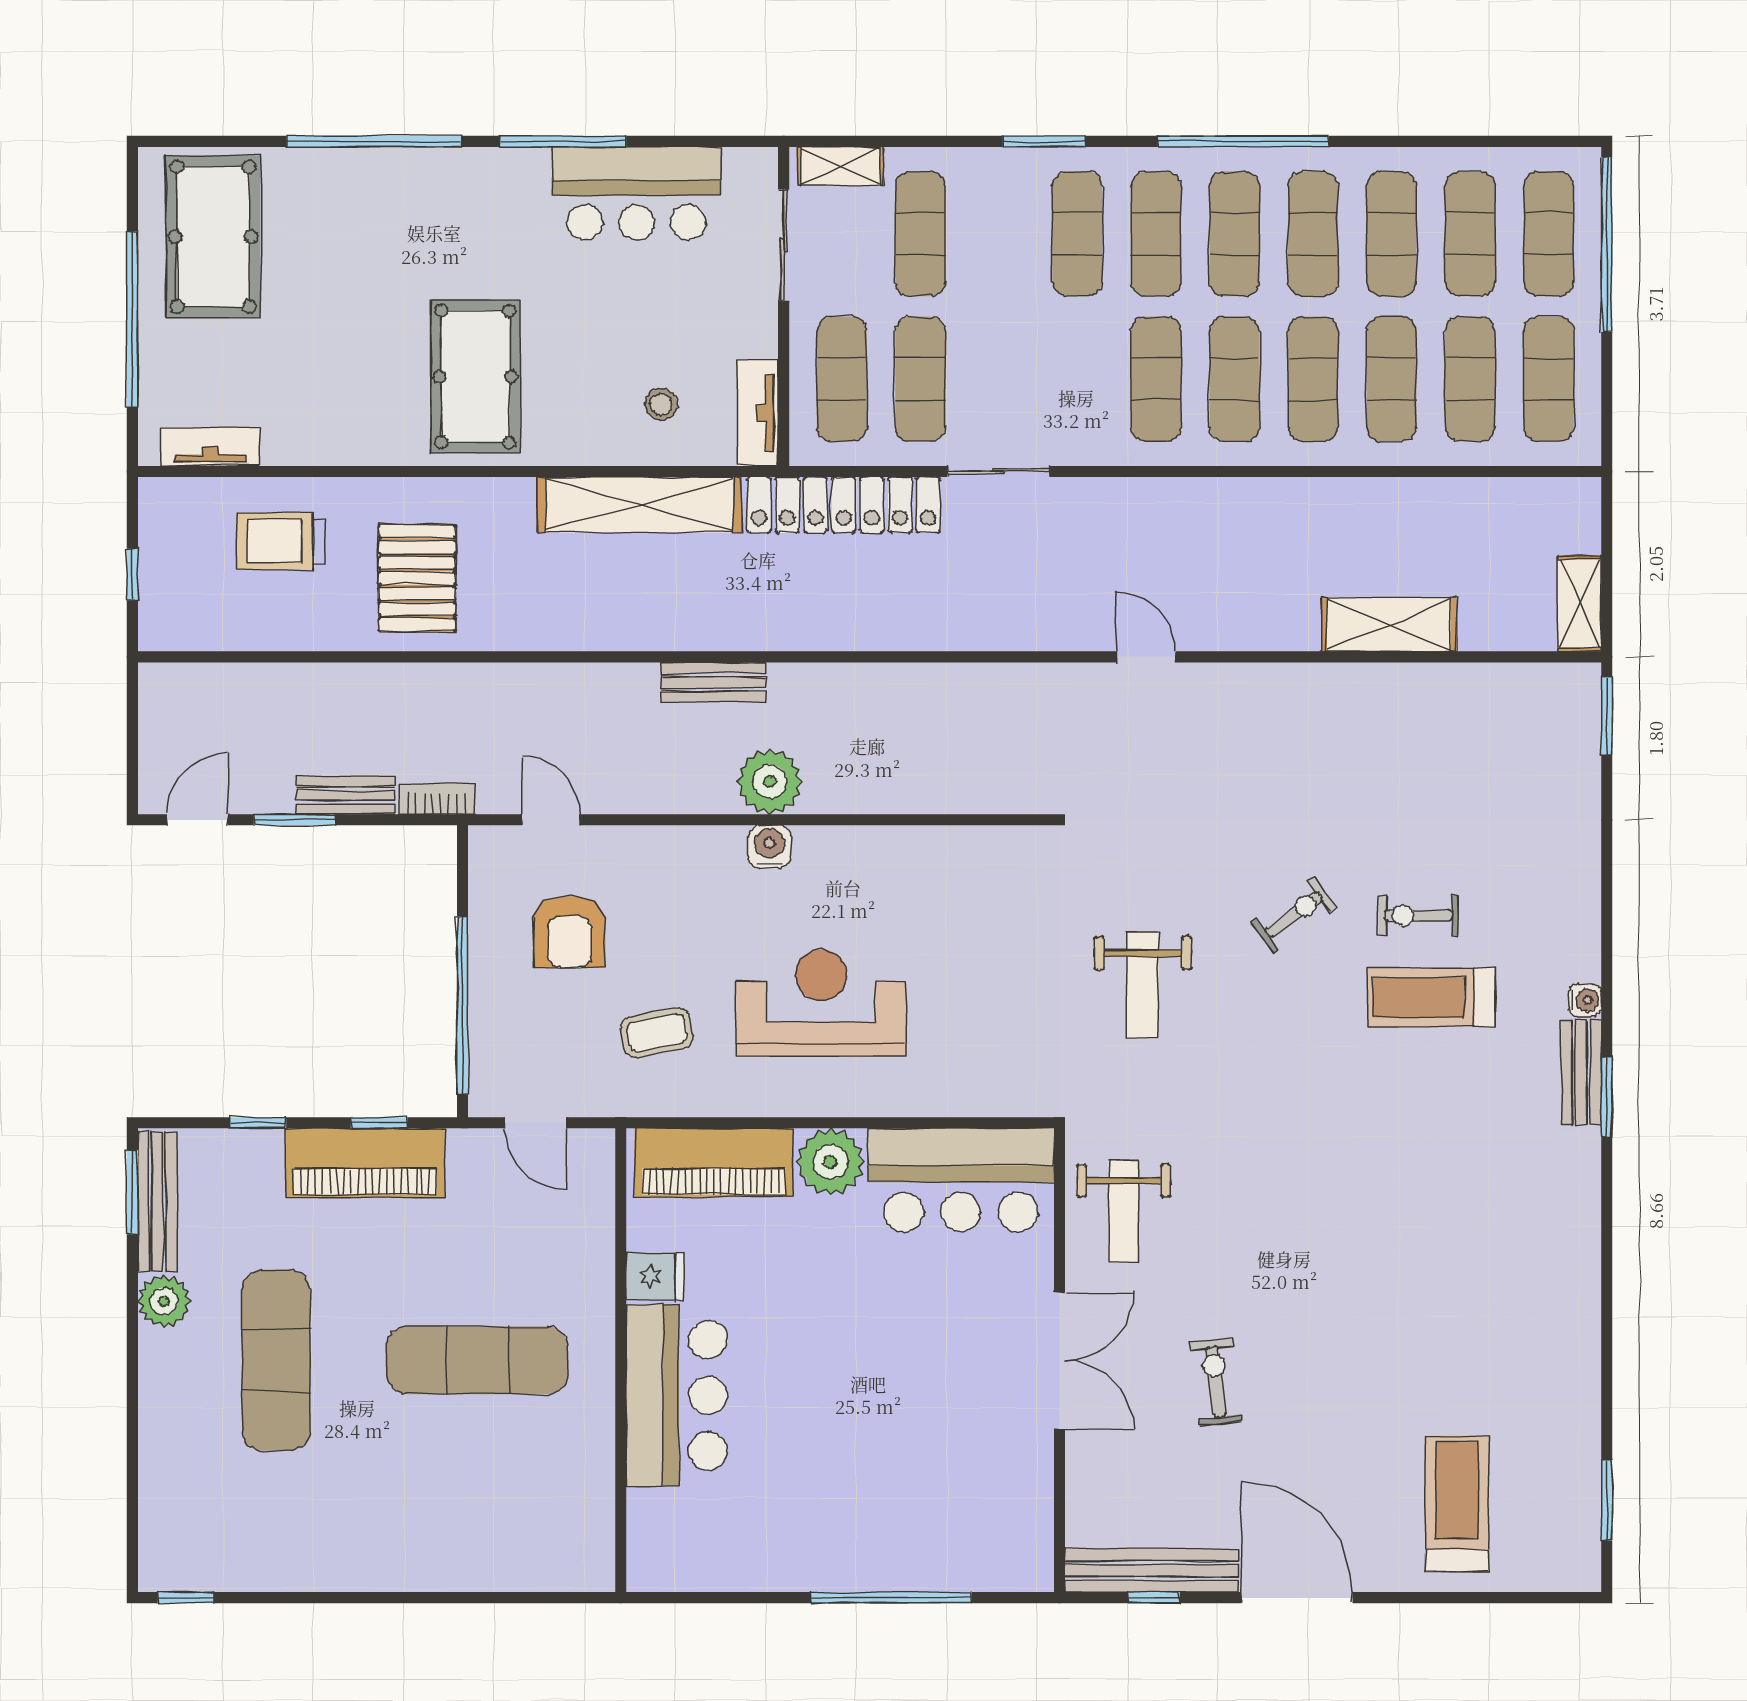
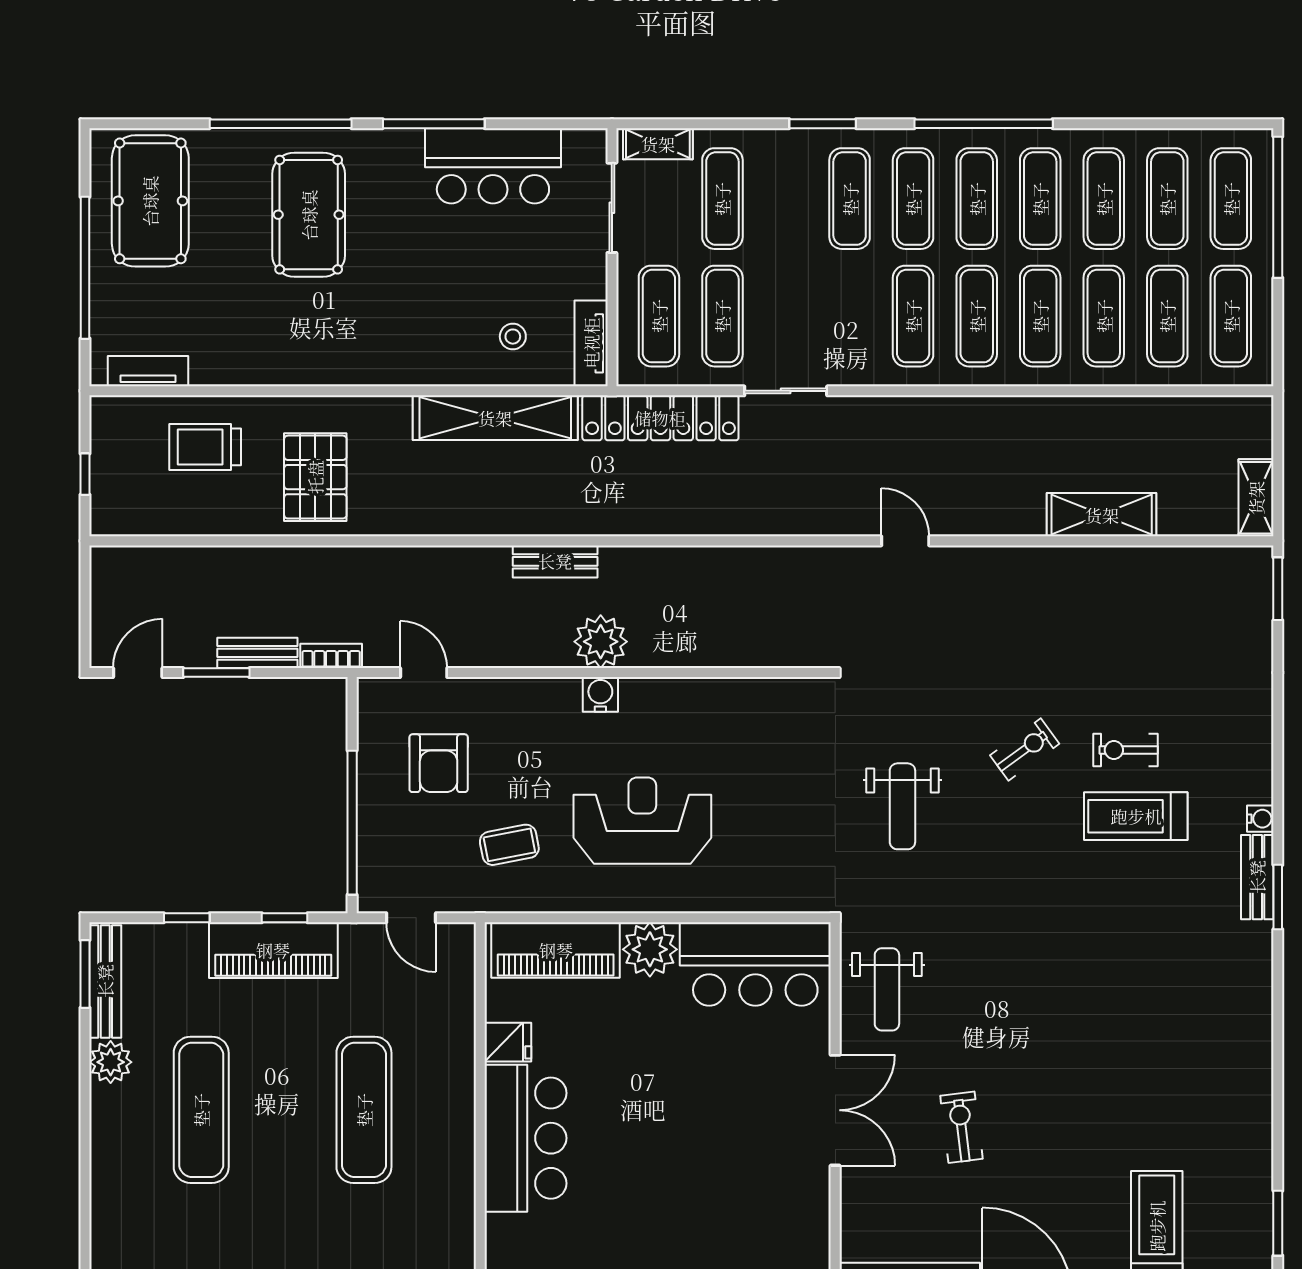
pool table: (475, 376) -> (309, 215), moved
exercise mat: (477, 1360) -> (364, 1110), turned 90

